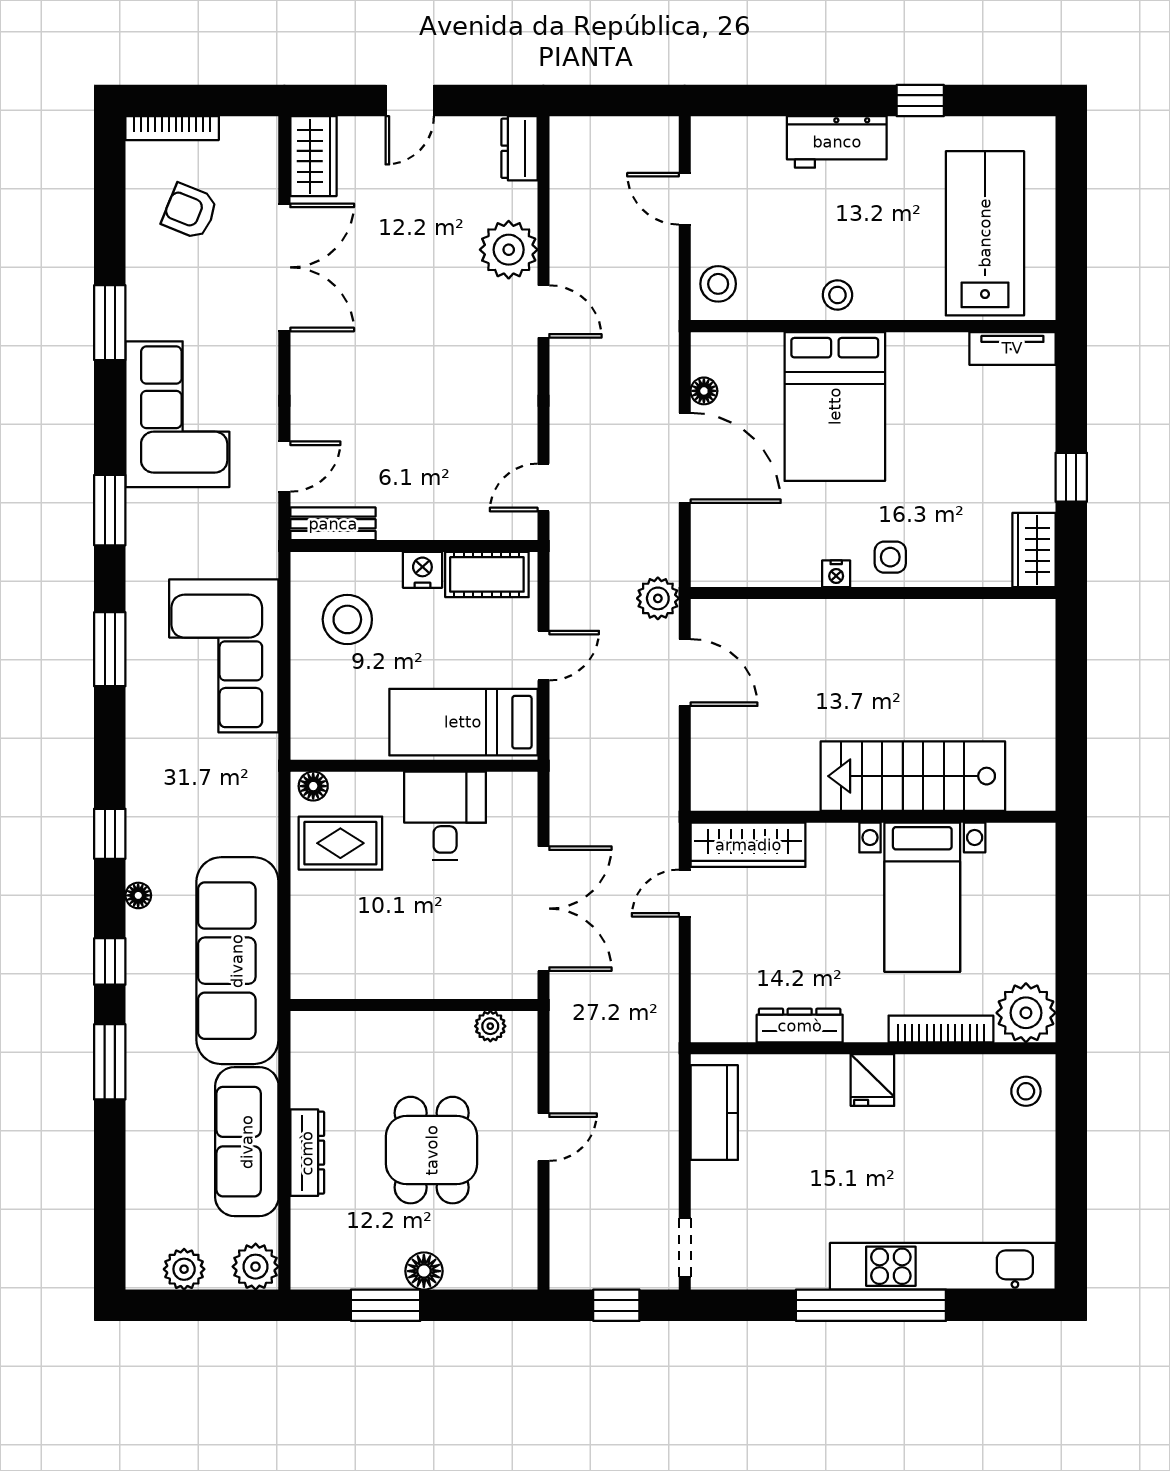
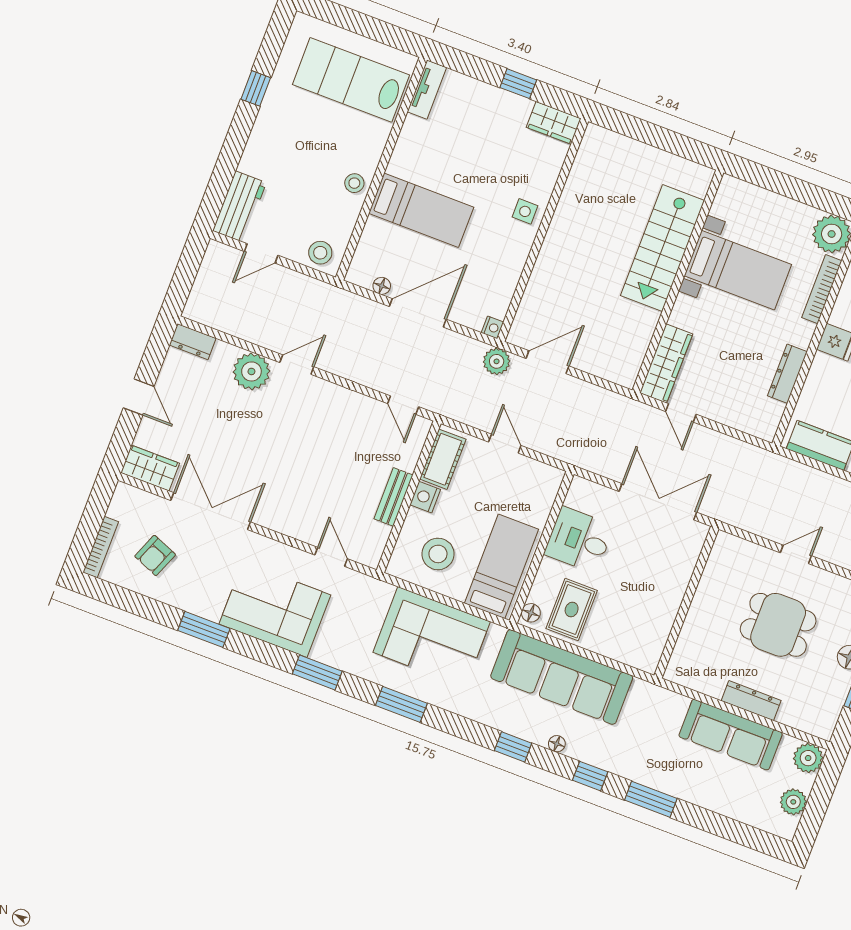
workbench: (837, 142) -> (240, 207), moved
bed: (835, 406) -> (421, 210), width x0.67
bench: (333, 524) -> (393, 497), moved
nightstand: (836, 574) -> (492, 327), moved
bed: (463, 722) -> (502, 566), moved, turned 180
sofa: (237, 961) -> (562, 677), moved
plant: (490, 1026) -> (717, 561), removed
door: (543, 1137) -> (796, 554), hinge flipped

